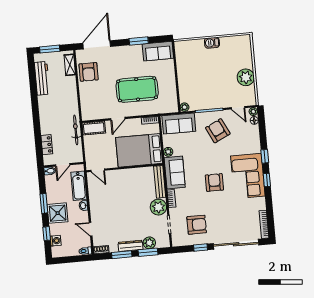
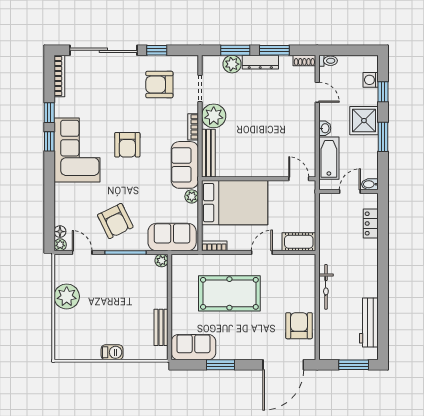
bench: (181, 62) -> (161, 327), added
shelving: (70, 65) -> (326, 339), removed
bicycle: (76, 130) -> (326, 287), moved
window: (265, 156) -> (49, 113), moved

